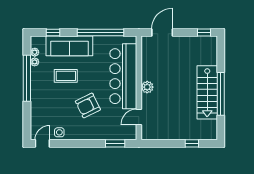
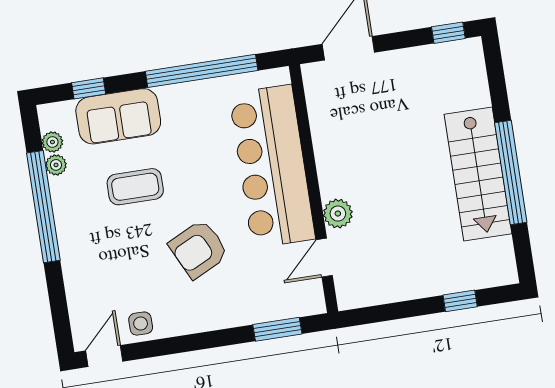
sofa: (69, 46) -> (118, 116), width x0.73
plant: (147, 87) -> (338, 214), moved

